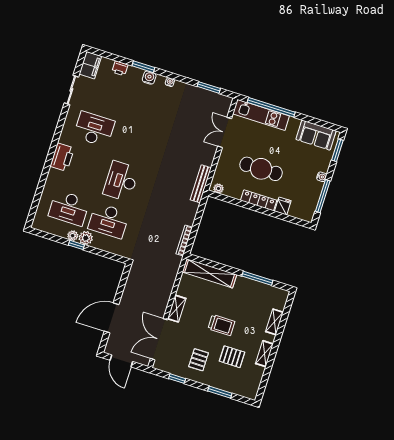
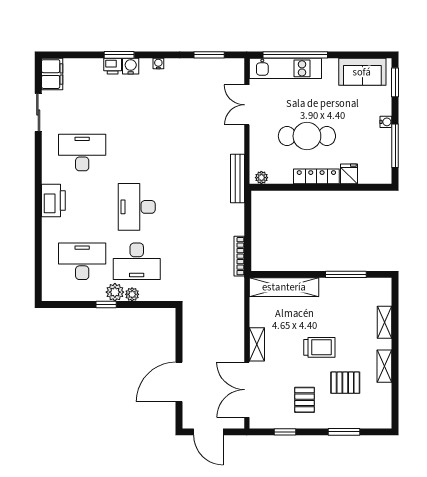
printer: (120, 68) -> (113, 66), moved
desk: (69, 208) -> (82, 261), turned 180
plant: (73, 236) -> (132, 294), moved

